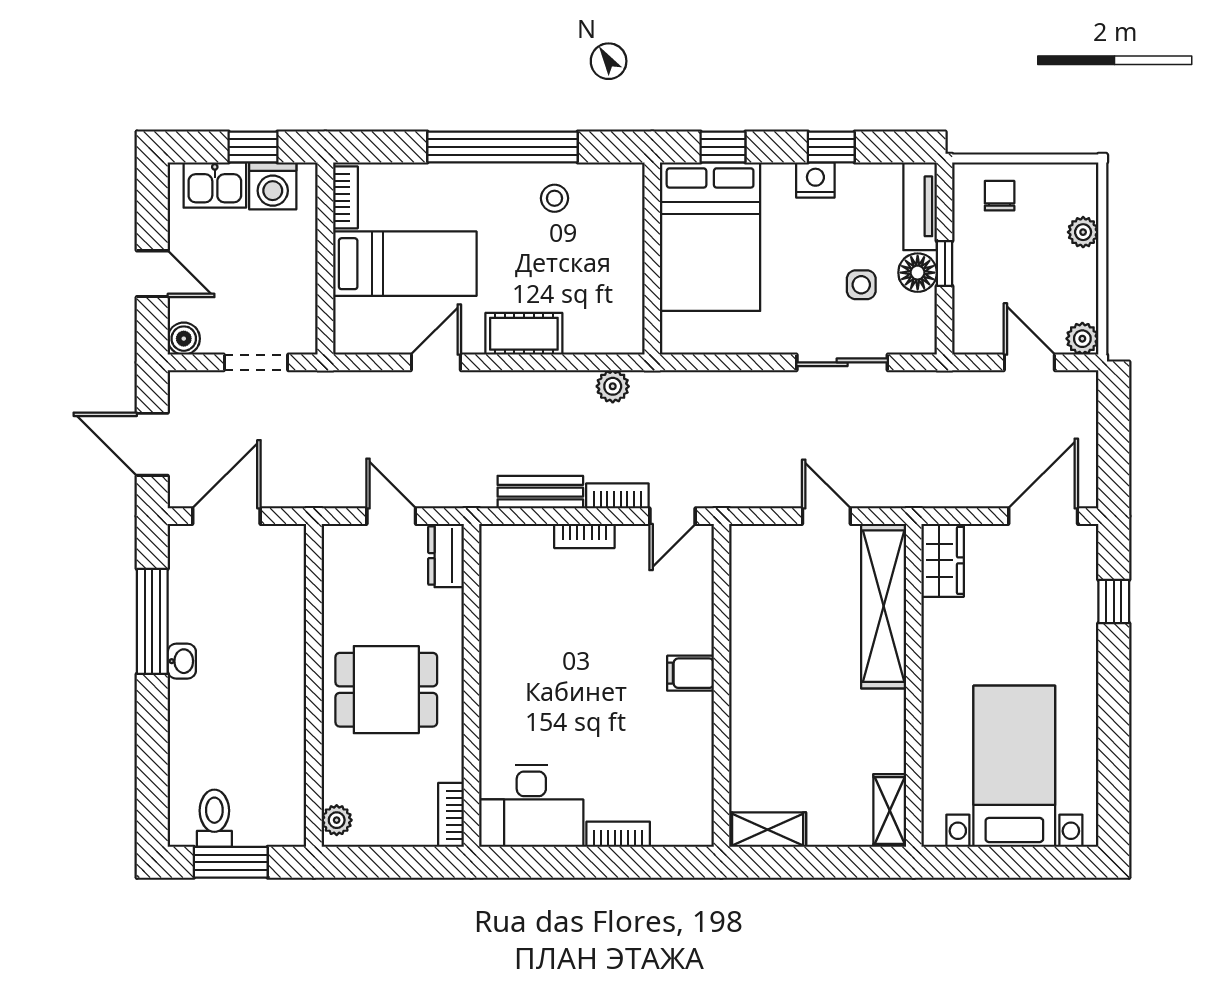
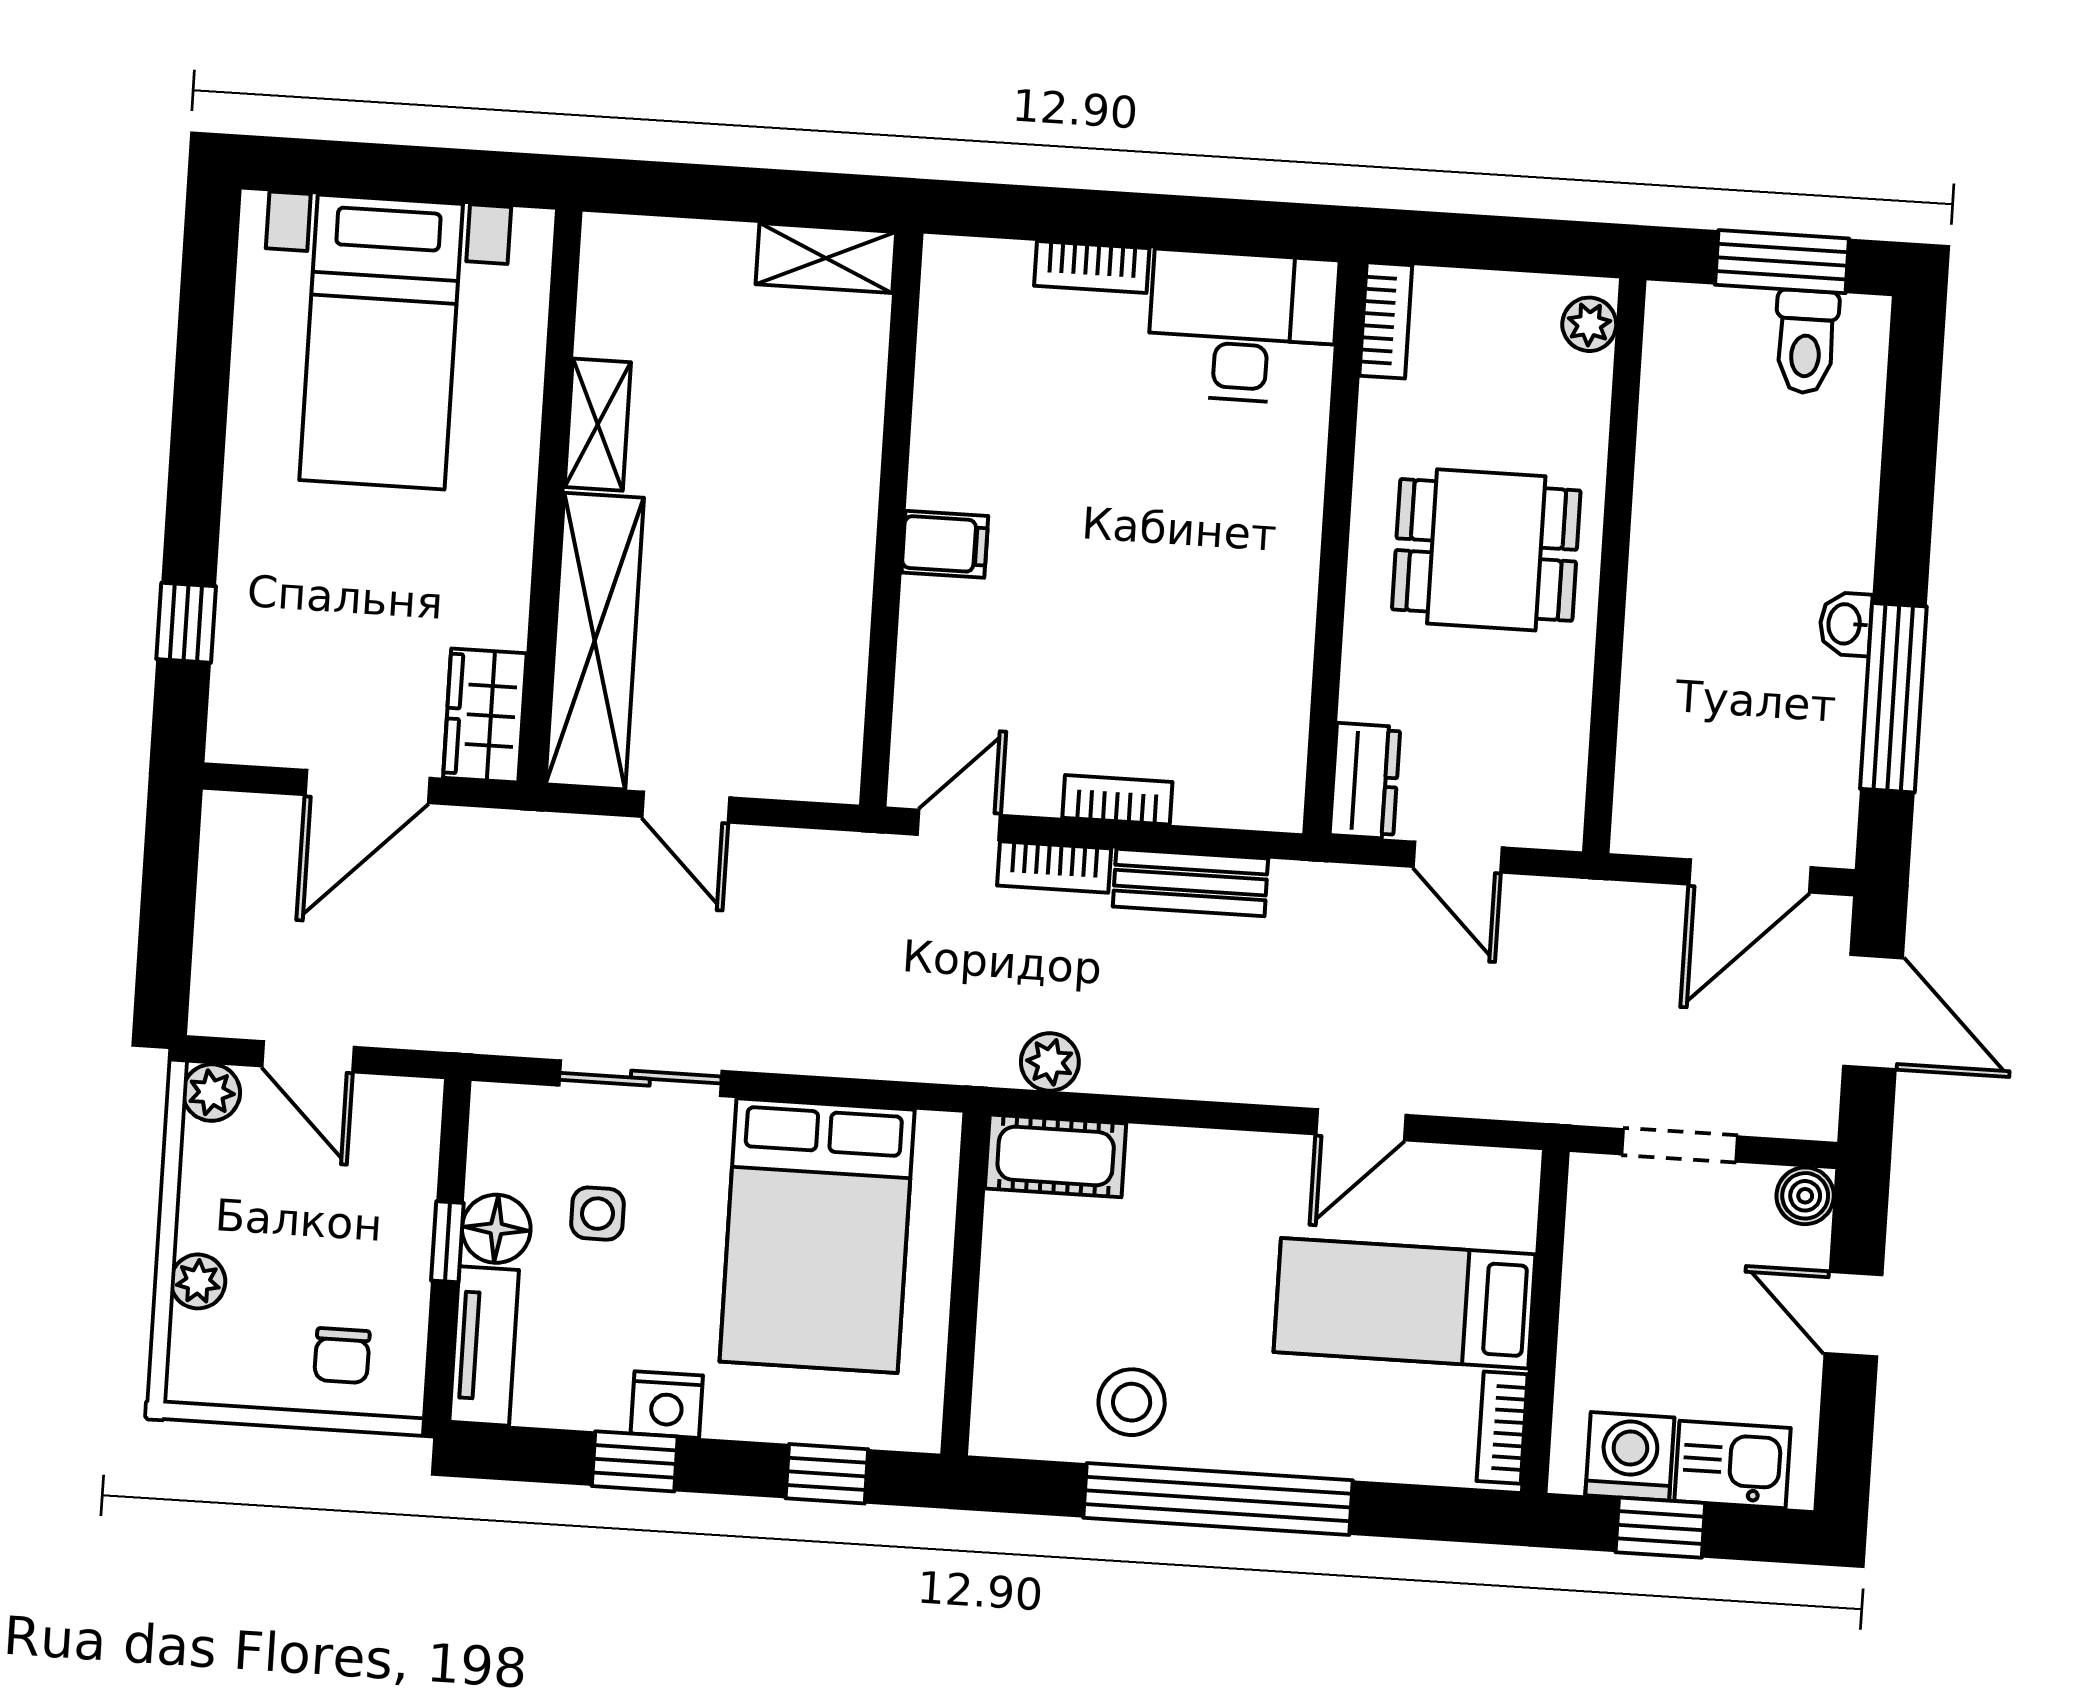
stool: (554, 198) -> (1132, 1402), width x1.37, depth x1.37
bed: (710, 237) -> (817, 1236), moved, turned 180
cot: (524, 334) -> (1056, 1156), moved
door: (1043, 516) -> (367, 787), moved
shelving: (890, 811) -> (598, 425), moved

